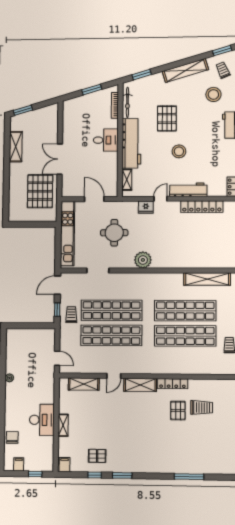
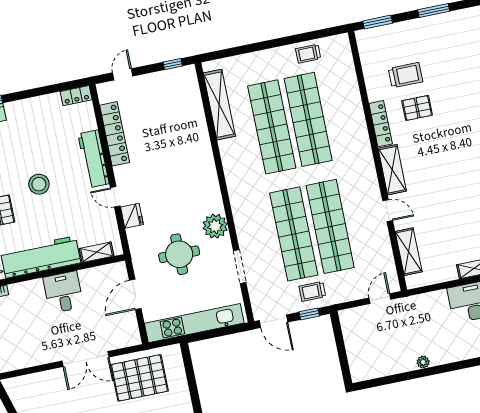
desk: (106, 140) -> (63, 292), moved
plant: (143, 260) -> (215, 226), moved
trolley: (202, 408) -> (405, 75), turned 90

